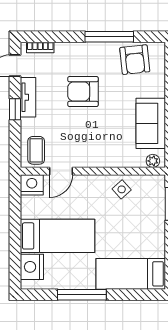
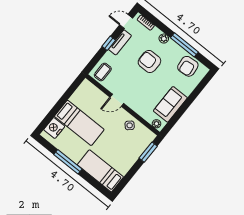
plant: (78, 49) -> (164, 39), added
door: (61, 171) -> (117, 100), moved
nightstand: (32, 185) -> (87, 87), removed

